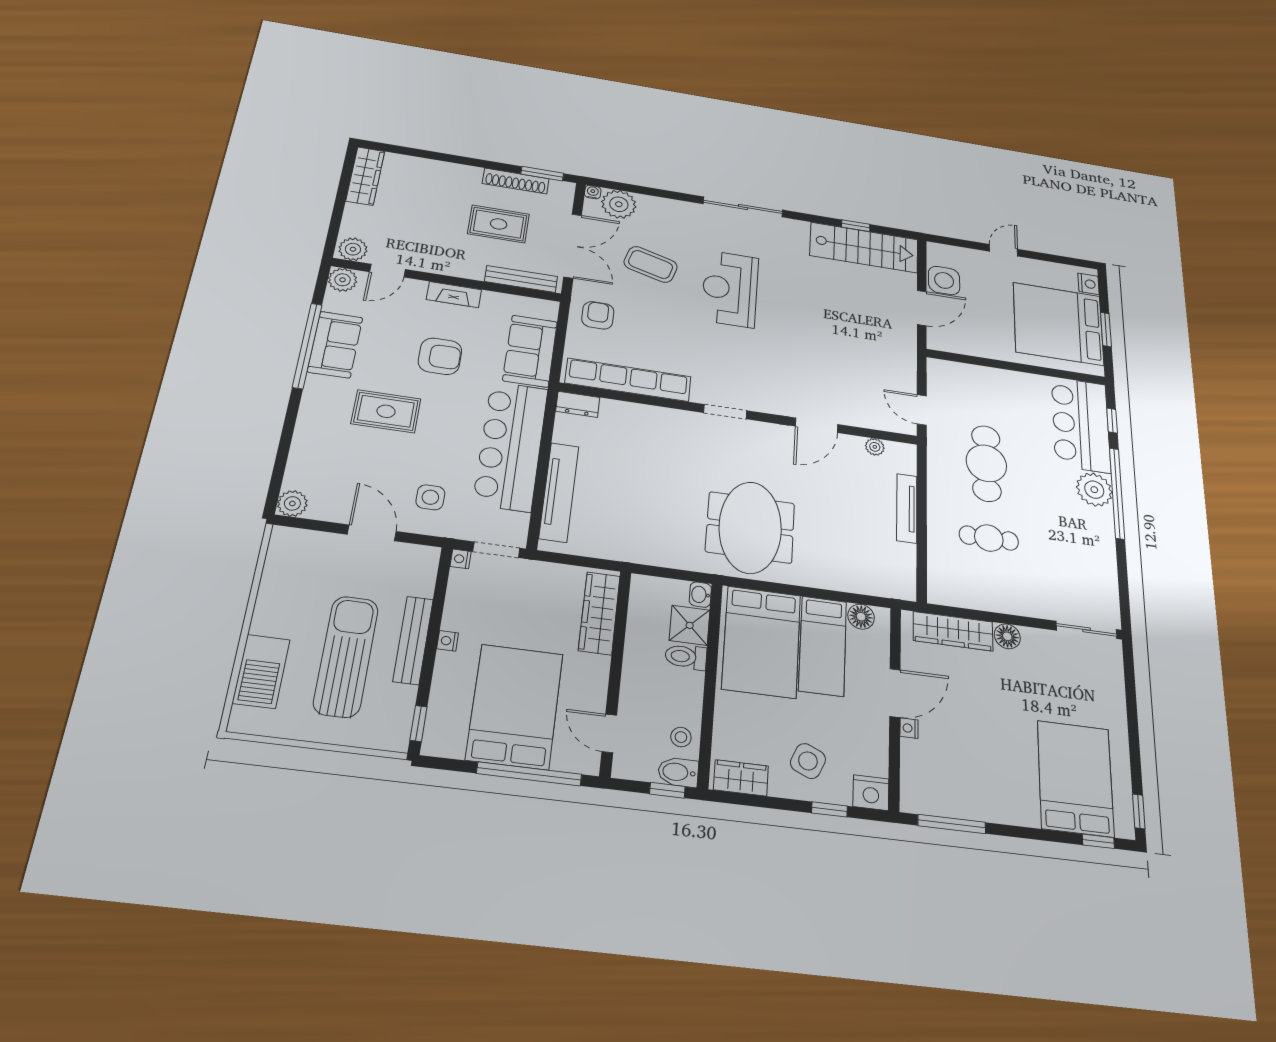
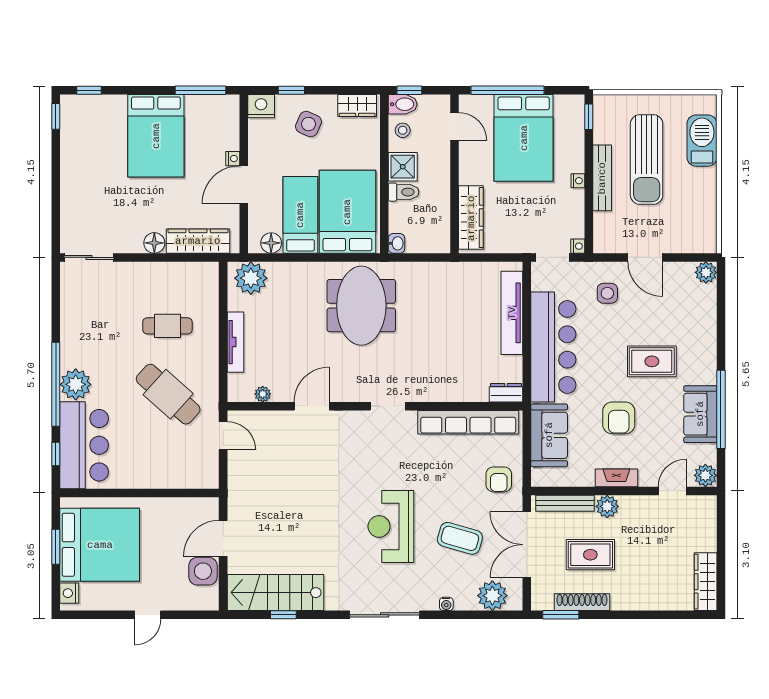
water cooler: (593, 192) -> (446, 604), moved
plant: (353, 249) -> (607, 506), moved
reception desk: (730, 289) -> (391, 526), turned 180
armchair: (440, 356) -> (619, 418), turned -90
cafe table: (986, 463) -> (168, 394), turned -48
plant: (887, 578) -> (251, 278), added
shower: (690, 625) -> (403, 167), moved
bed: (1075, 778) -> (156, 136), moved

